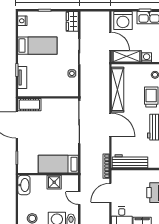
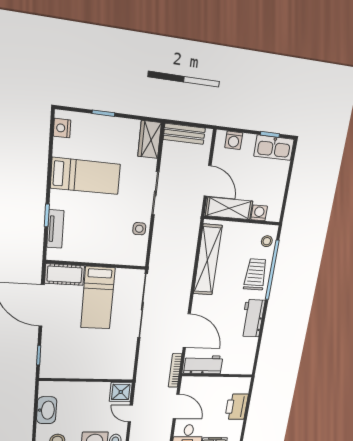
bench: (92, 16) -> (184, 134), added
washing machine: (123, 20) -> (234, 140), width x0.53, depth x0.53
door: (110, 125) -> (187, 331), moved
workbench: (130, 161) -> (203, 365), width x0.73
bed: (58, 164) -> (98, 298), moved, turned -90
shower: (54, 182) -> (121, 392), moved
washbasin: (24, 185) -> (47, 410), moved
door: (110, 193) -> (176, 406), swing flipped

